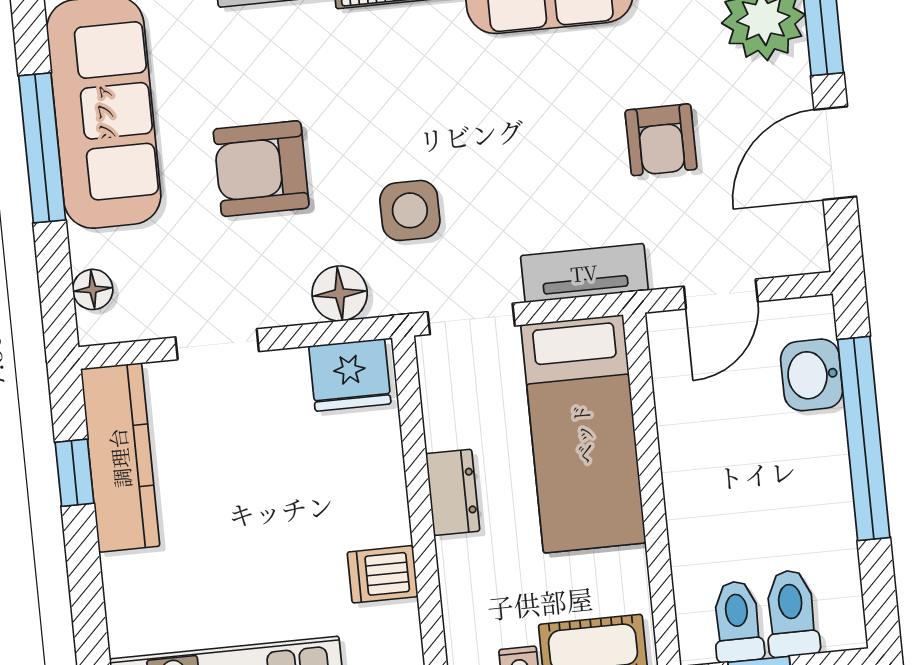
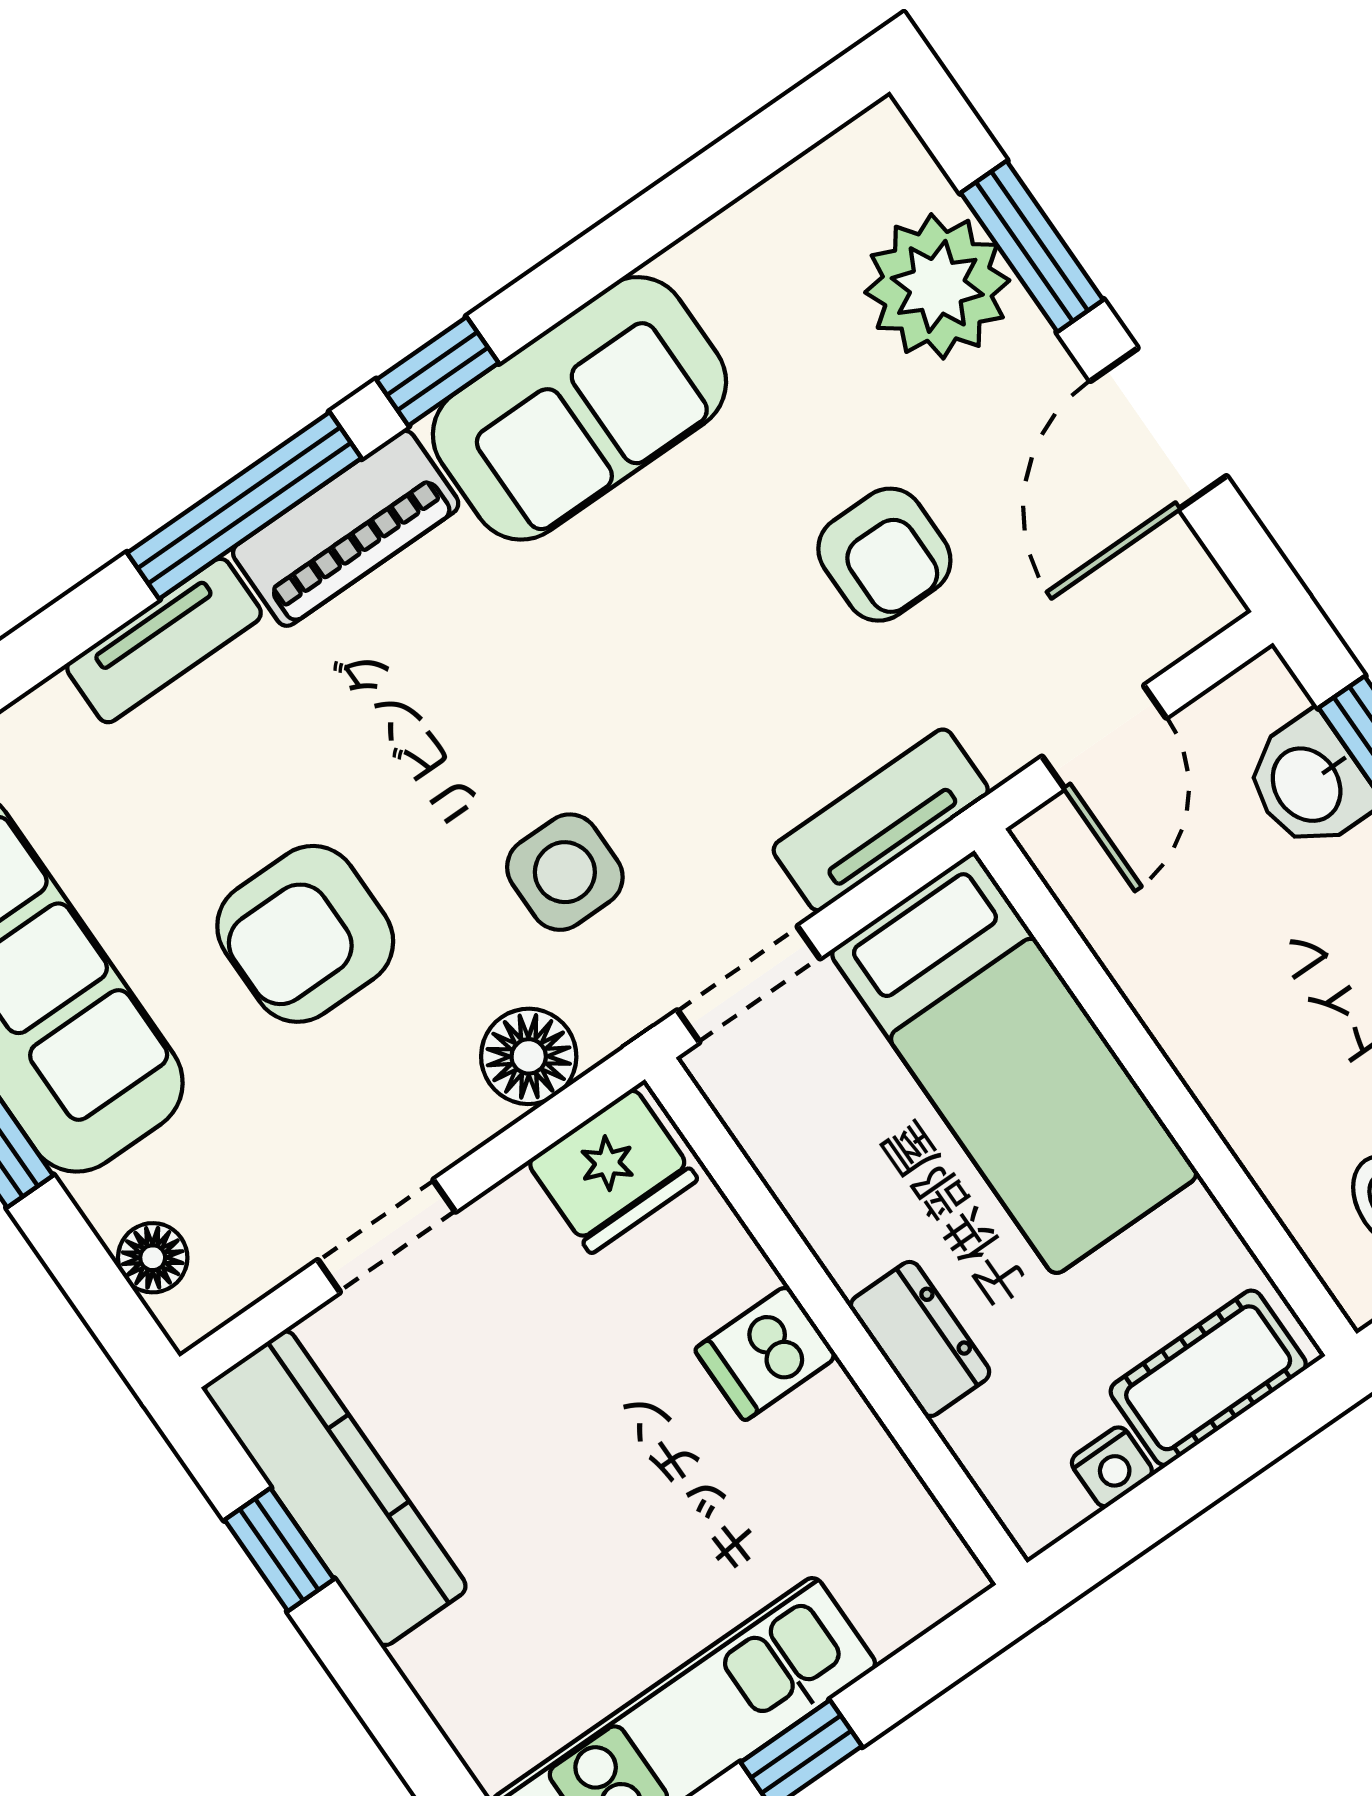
dresser: (453, 492) -> (920, 1339), moved
dishwasher: (383, 574) -> (766, 1353), moved

